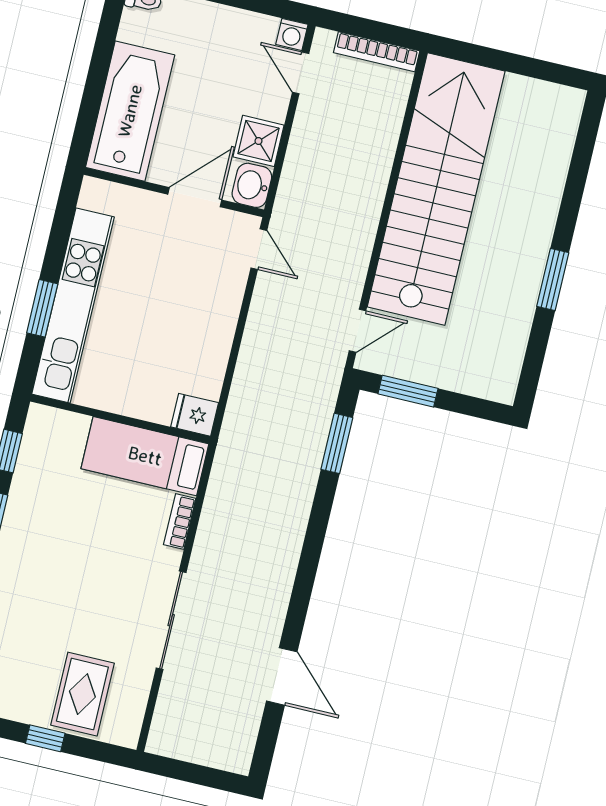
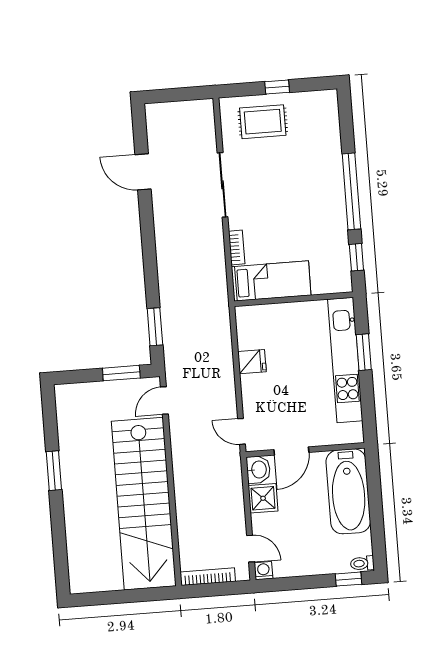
fridge: (195, 415) -> (252, 362), moved
rug: (82, 694) -> (263, 122), turned 90

